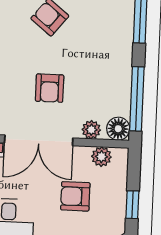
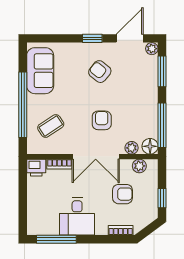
armchair: (50, 88) -> (102, 120), turned 180
armchair: (75, 196) -> (122, 194), turned 180

